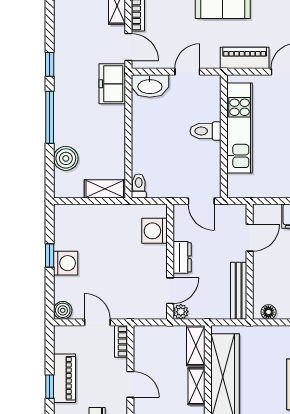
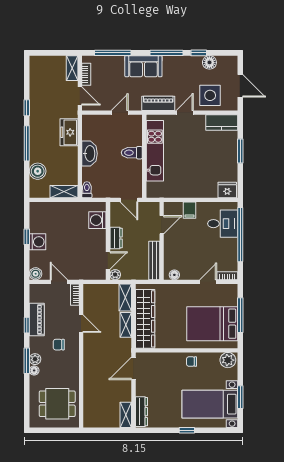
freezer: (112, 84) -> (69, 132), moved
washbasin: (150, 86) -> (89, 154), moved, turned -90

